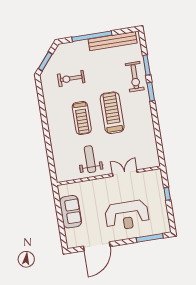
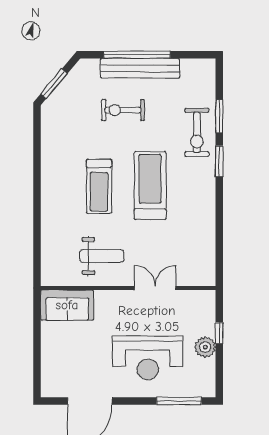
bench: (113, 41) -> (140, 68), moved
exercise bike: (71, 78) -> (123, 110), moved
weight bench: (90, 159) -> (102, 256), turned 90
plant: (160, 203) -> (205, 347), added
sofa: (71, 212) -> (67, 305), moved, turned 90

